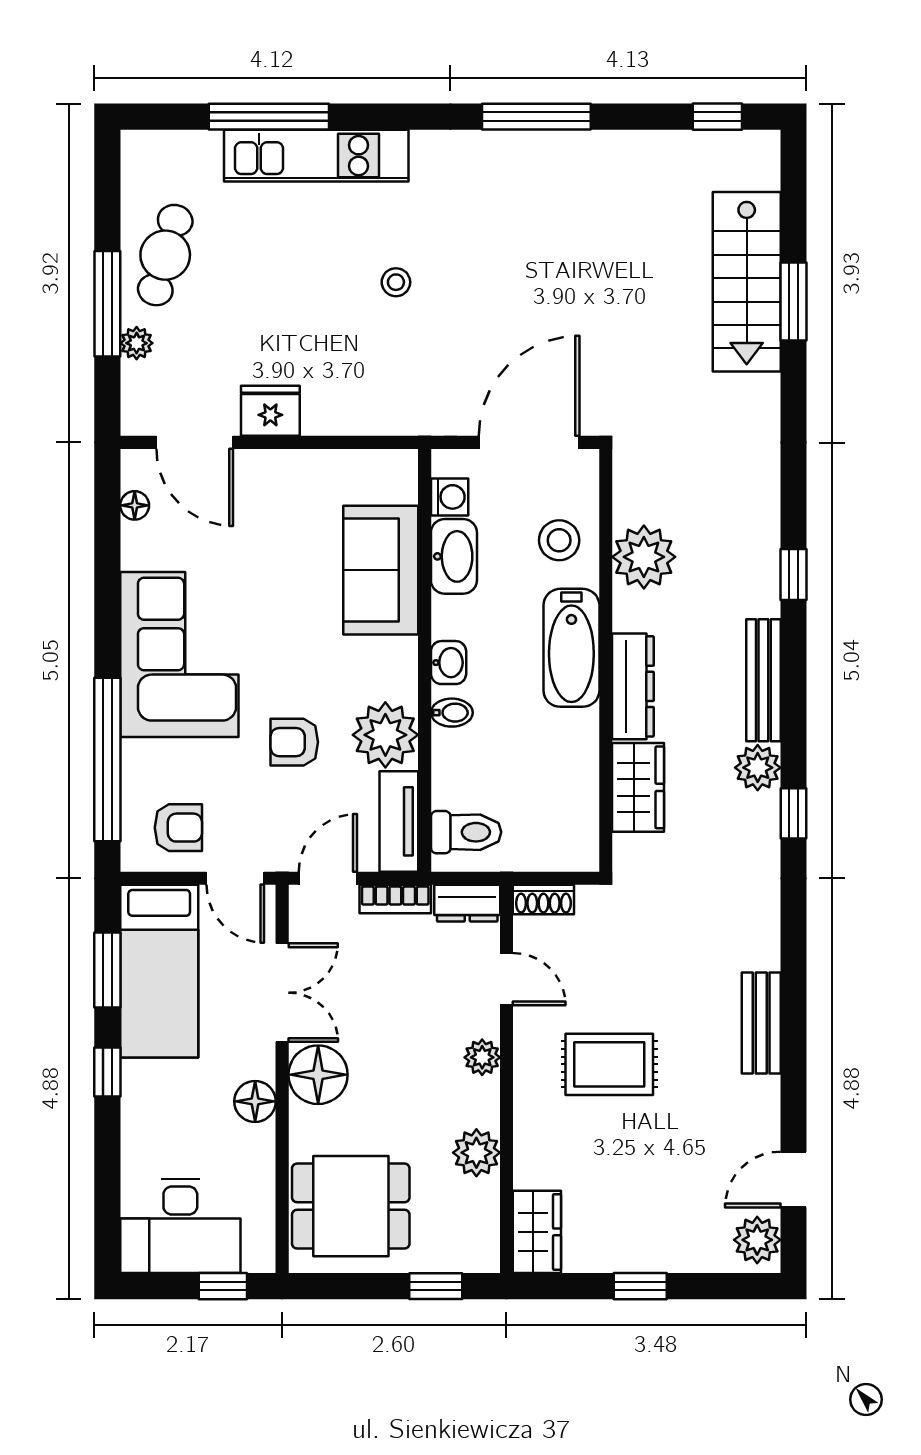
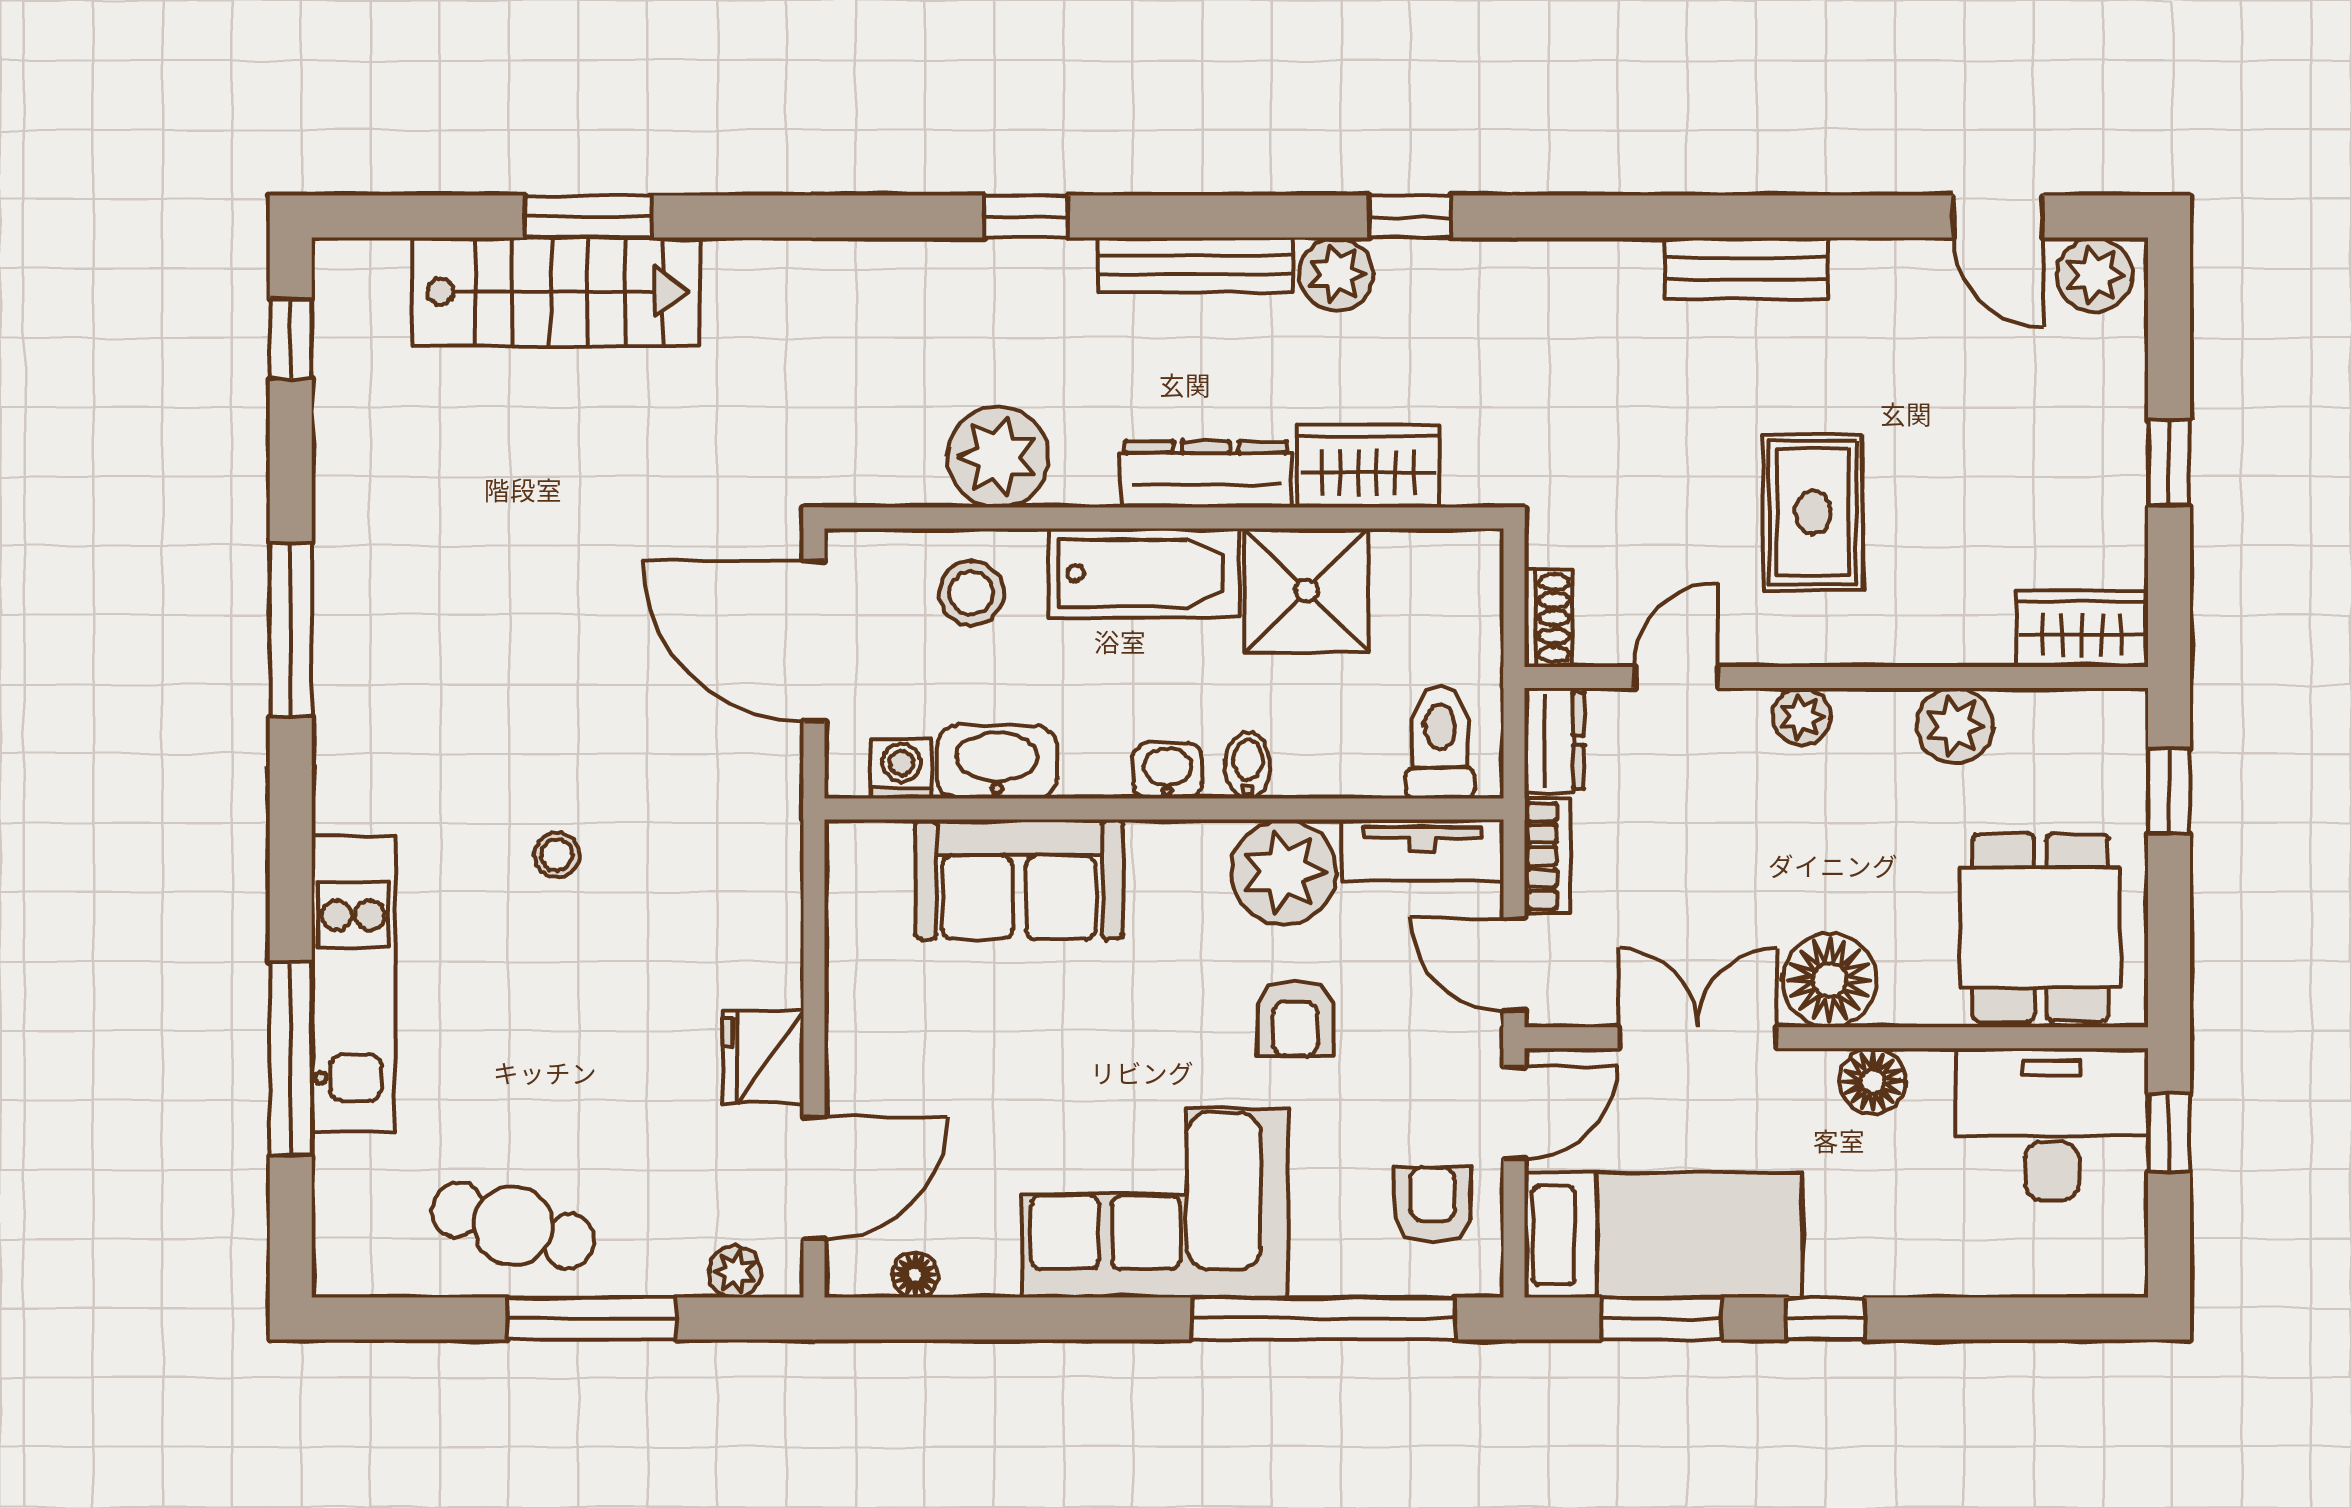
plant: (137, 343) -> (735, 1272), moved
shower: (561, 749) -> (1306, 590), added
desk: (180, 1226) -> (2052, 1124), moved, turned -90

